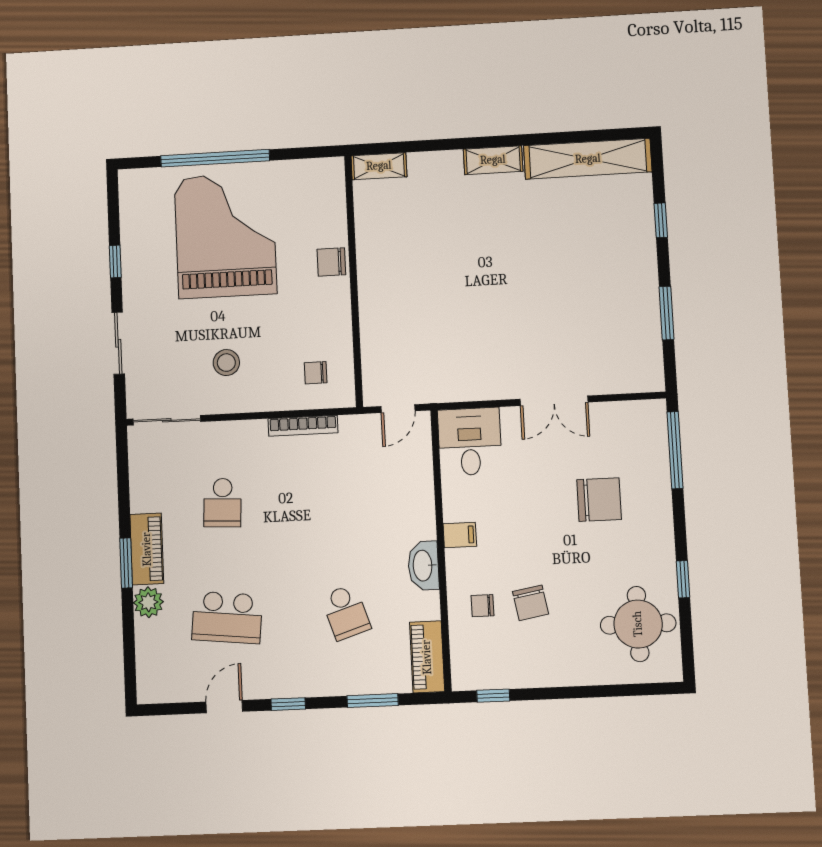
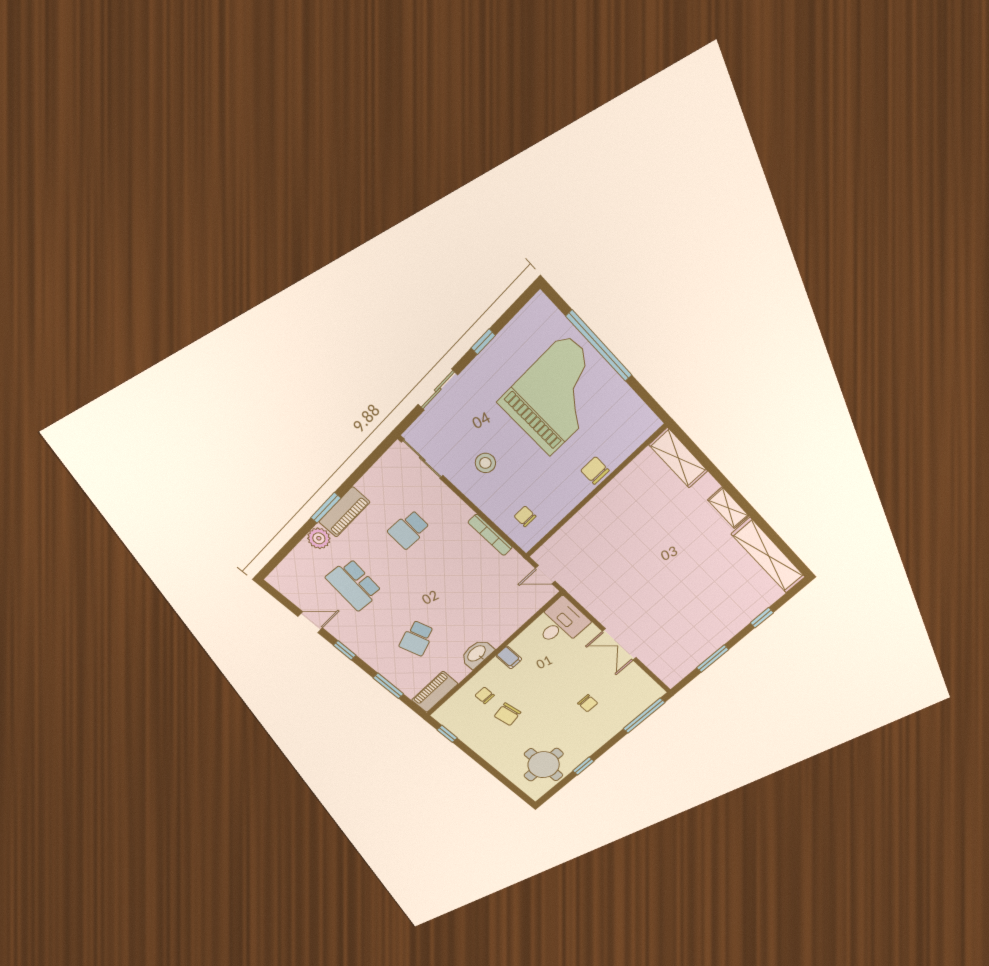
shelving: (379, 166) -> (678, 458), width x1.50, depth x1.33
chair: (599, 500) -> (588, 703), width x0.54, depth x0.54

